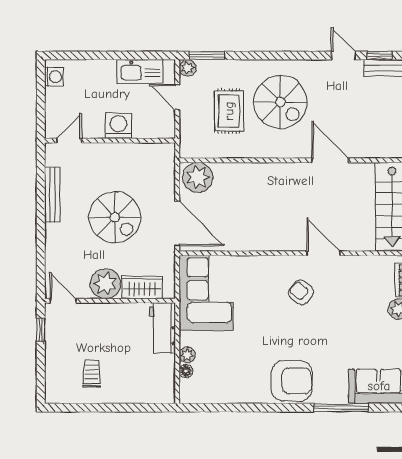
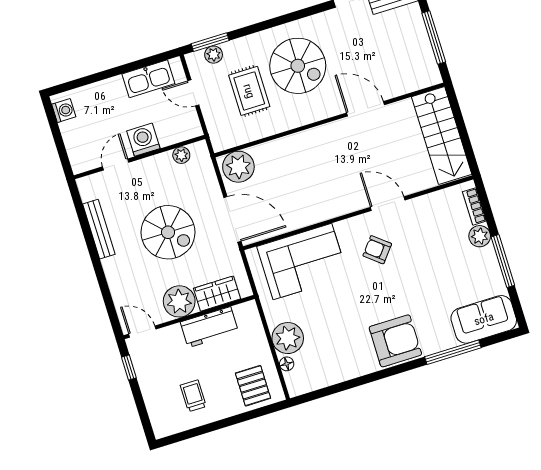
plant: (188, 68) -> (214, 55), moved
door: (69, 141) -> (116, 164), moved
plant: (149, 151) -> (181, 155), added
corner sofa: (206, 293) -> (302, 262), moved, turned 90
workbench: (162, 328) -> (209, 327), moved, turned -90
plant: (187, 355) -> (288, 338), width x1.87, depth x1.87
pallet: (149, 381) -> (253, 386), added

